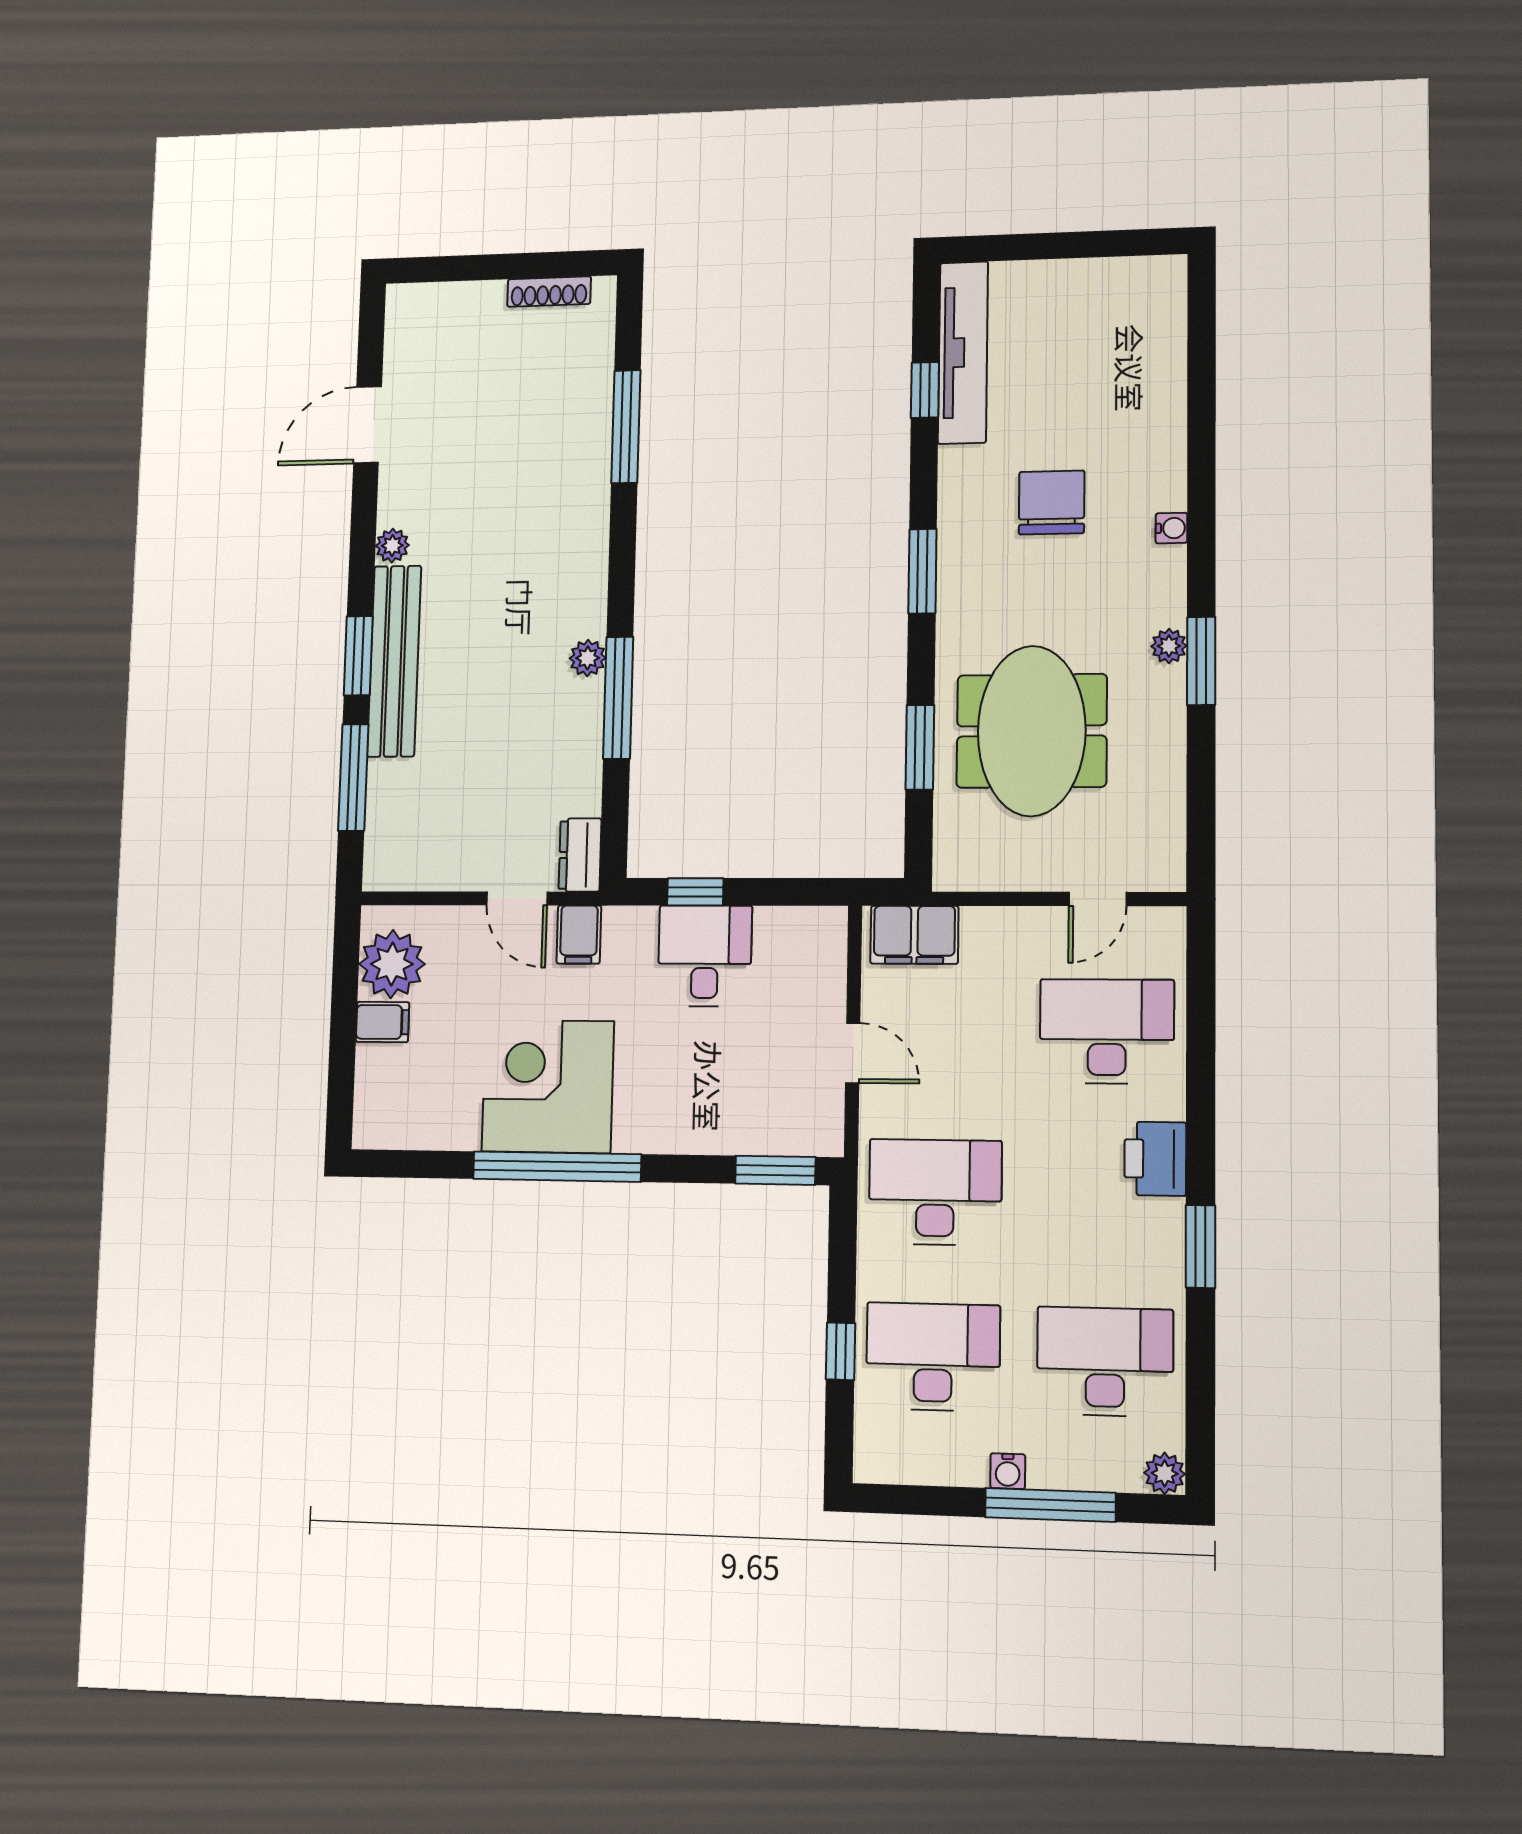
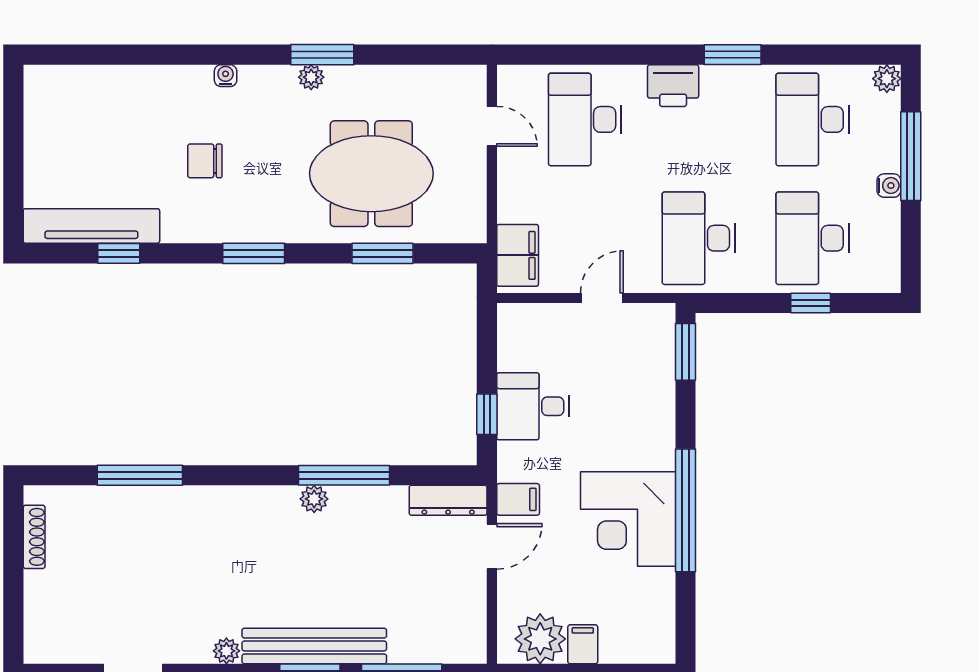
chair: (1052, 503) -> (205, 161), width x0.73, depth x0.73
dresser: (580, 855) -> (448, 500), width x1.44

